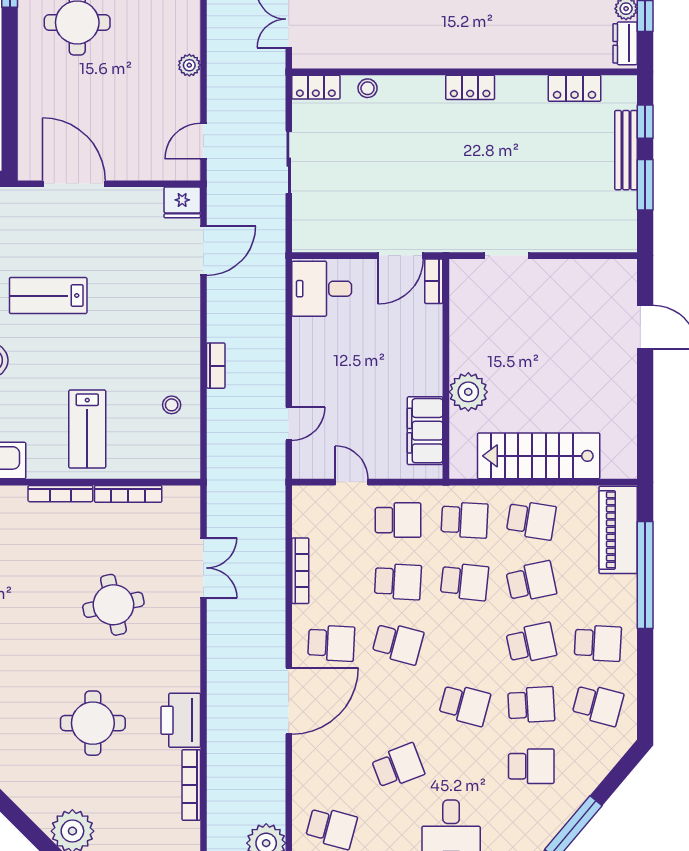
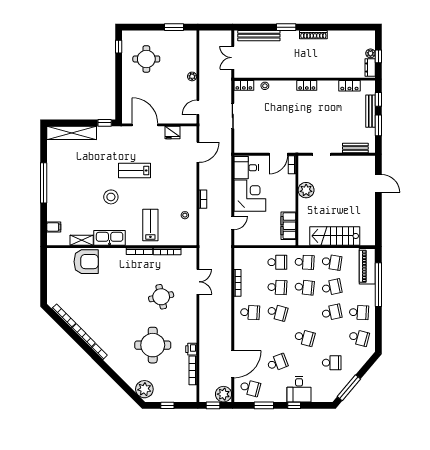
fridge: (182, 202) -> (172, 132), moved
bench: (589, 241) -> (355, 148), added
corner desk: (330, 357) -> (250, 196), added
plant: (468, 392) -> (306, 190), moved
lab bench: (87, 429) -> (150, 225), turned 180
door: (352, 482) -> (258, 247), removed
door: (289, 701) -> (233, 364), moved
school desk: (531, 705) -> (332, 338), removed
printer: (181, 720) -> (191, 349), width x0.53, depth x0.68
round table: (93, 723) -> (153, 345), width x1.36, depth x1.36

